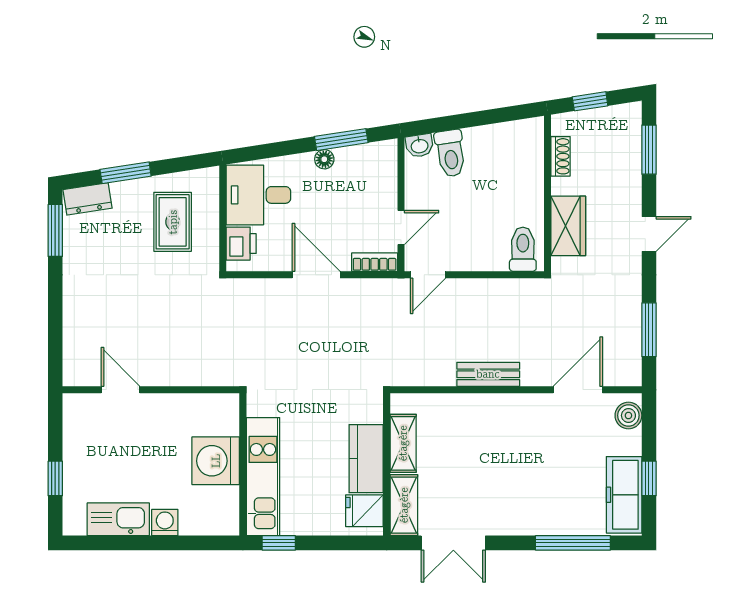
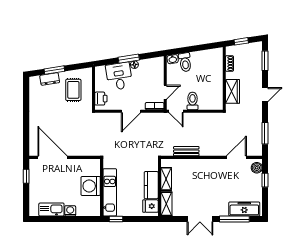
window: (341, 140) -> (129, 59), moved
desk: (258, 195) -> (119, 76), moved, turned 81
dresser: (88, 199) -> (50, 79), moved
window: (55, 230) -> (26, 93), removed
toilet: (523, 249) -> (193, 101), moved
door: (316, 275) -> (131, 111), swing flipped
door: (428, 275) -> (176, 111), hinge flipped
bench: (488, 374) -> (186, 151), moved
door: (121, 390) -> (52, 157), width x1.88
window: (55, 478) -> (26, 176), moved
window: (649, 478) -> (265, 180), moved
freezer: (624, 495) -> (244, 209), moved, turned 90
double door: (453, 543) -> (200, 219), moved

